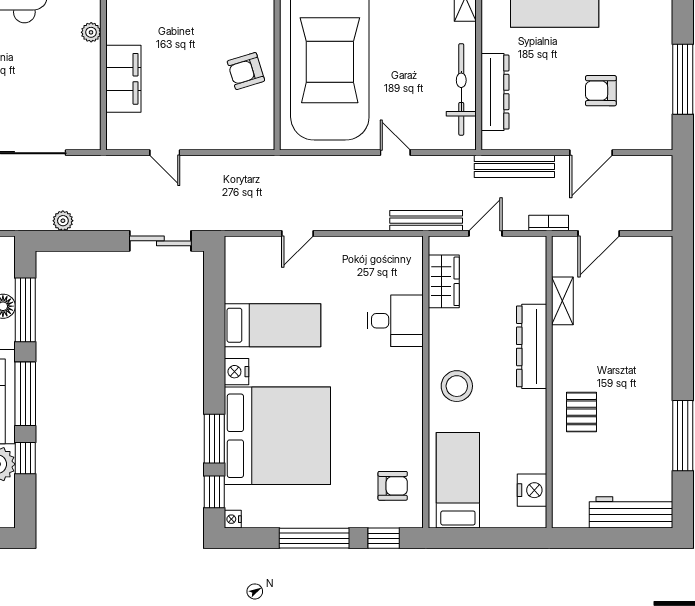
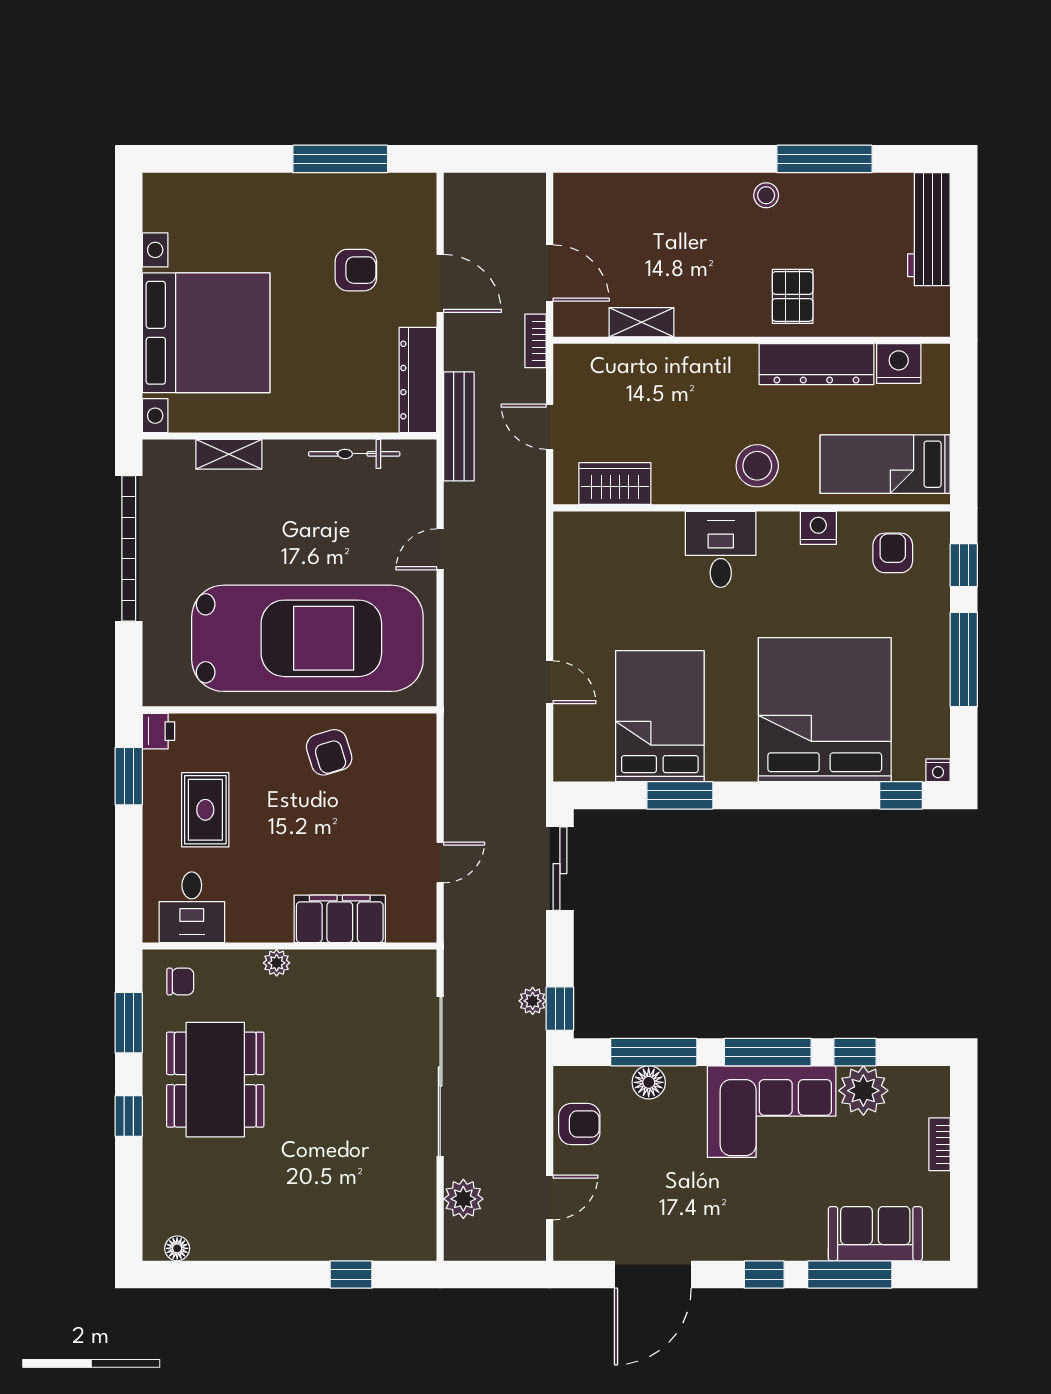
bicycle: (461, 89) -> (354, 454), width x0.73, depth x0.71
armchair: (601, 91) -> (356, 270), turned -90
dresser: (495, 92) -> (418, 380), moved, turned -90
bench: (514, 166) -> (459, 426), moved
bench: (426, 221) -> (532, 507), removed
window: (57, 241) -> (560, 1009), added
desk: (395, 321) -> (721, 549), moved
bed: (272, 325) -> (660, 716), width x1.50
dresser: (532, 346) -> (816, 364), moved
nightstand: (236, 372) -> (818, 528), moved, turned 180
stool: (656, 393) -> (766, 195), added
pallet: (581, 412) -> (793, 296), turned 90
window: (214, 439) -> (680, 795), moved

